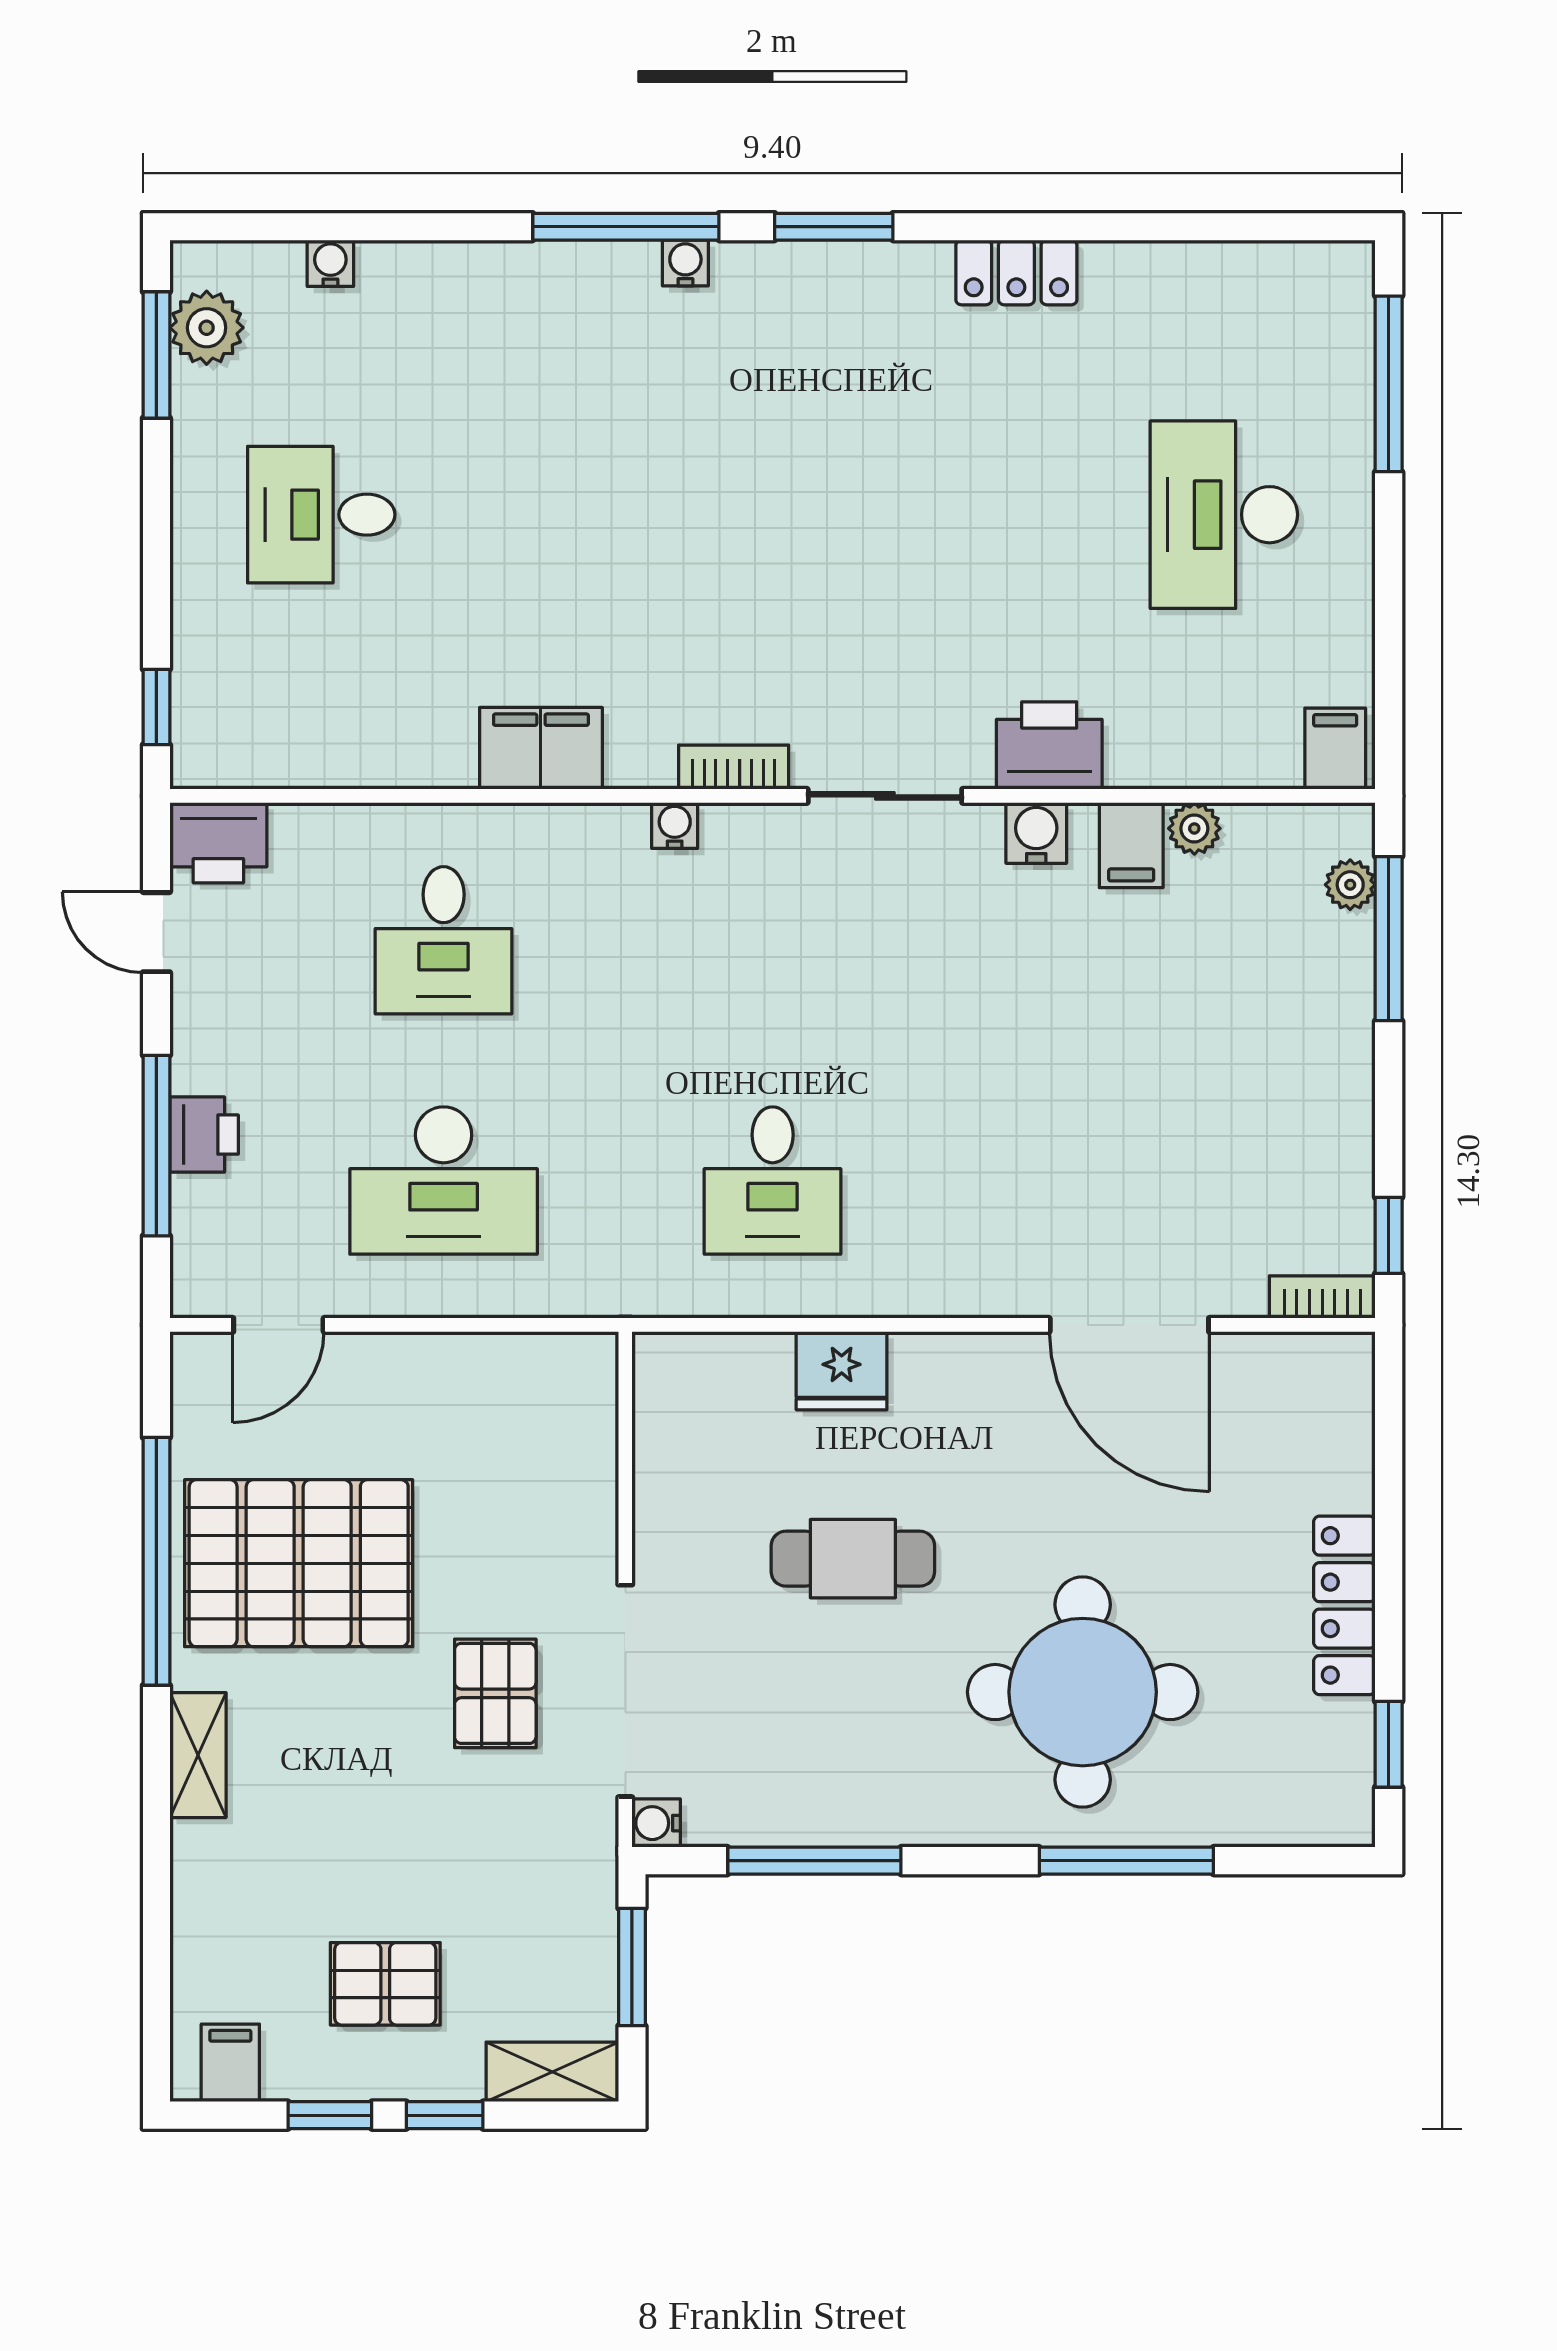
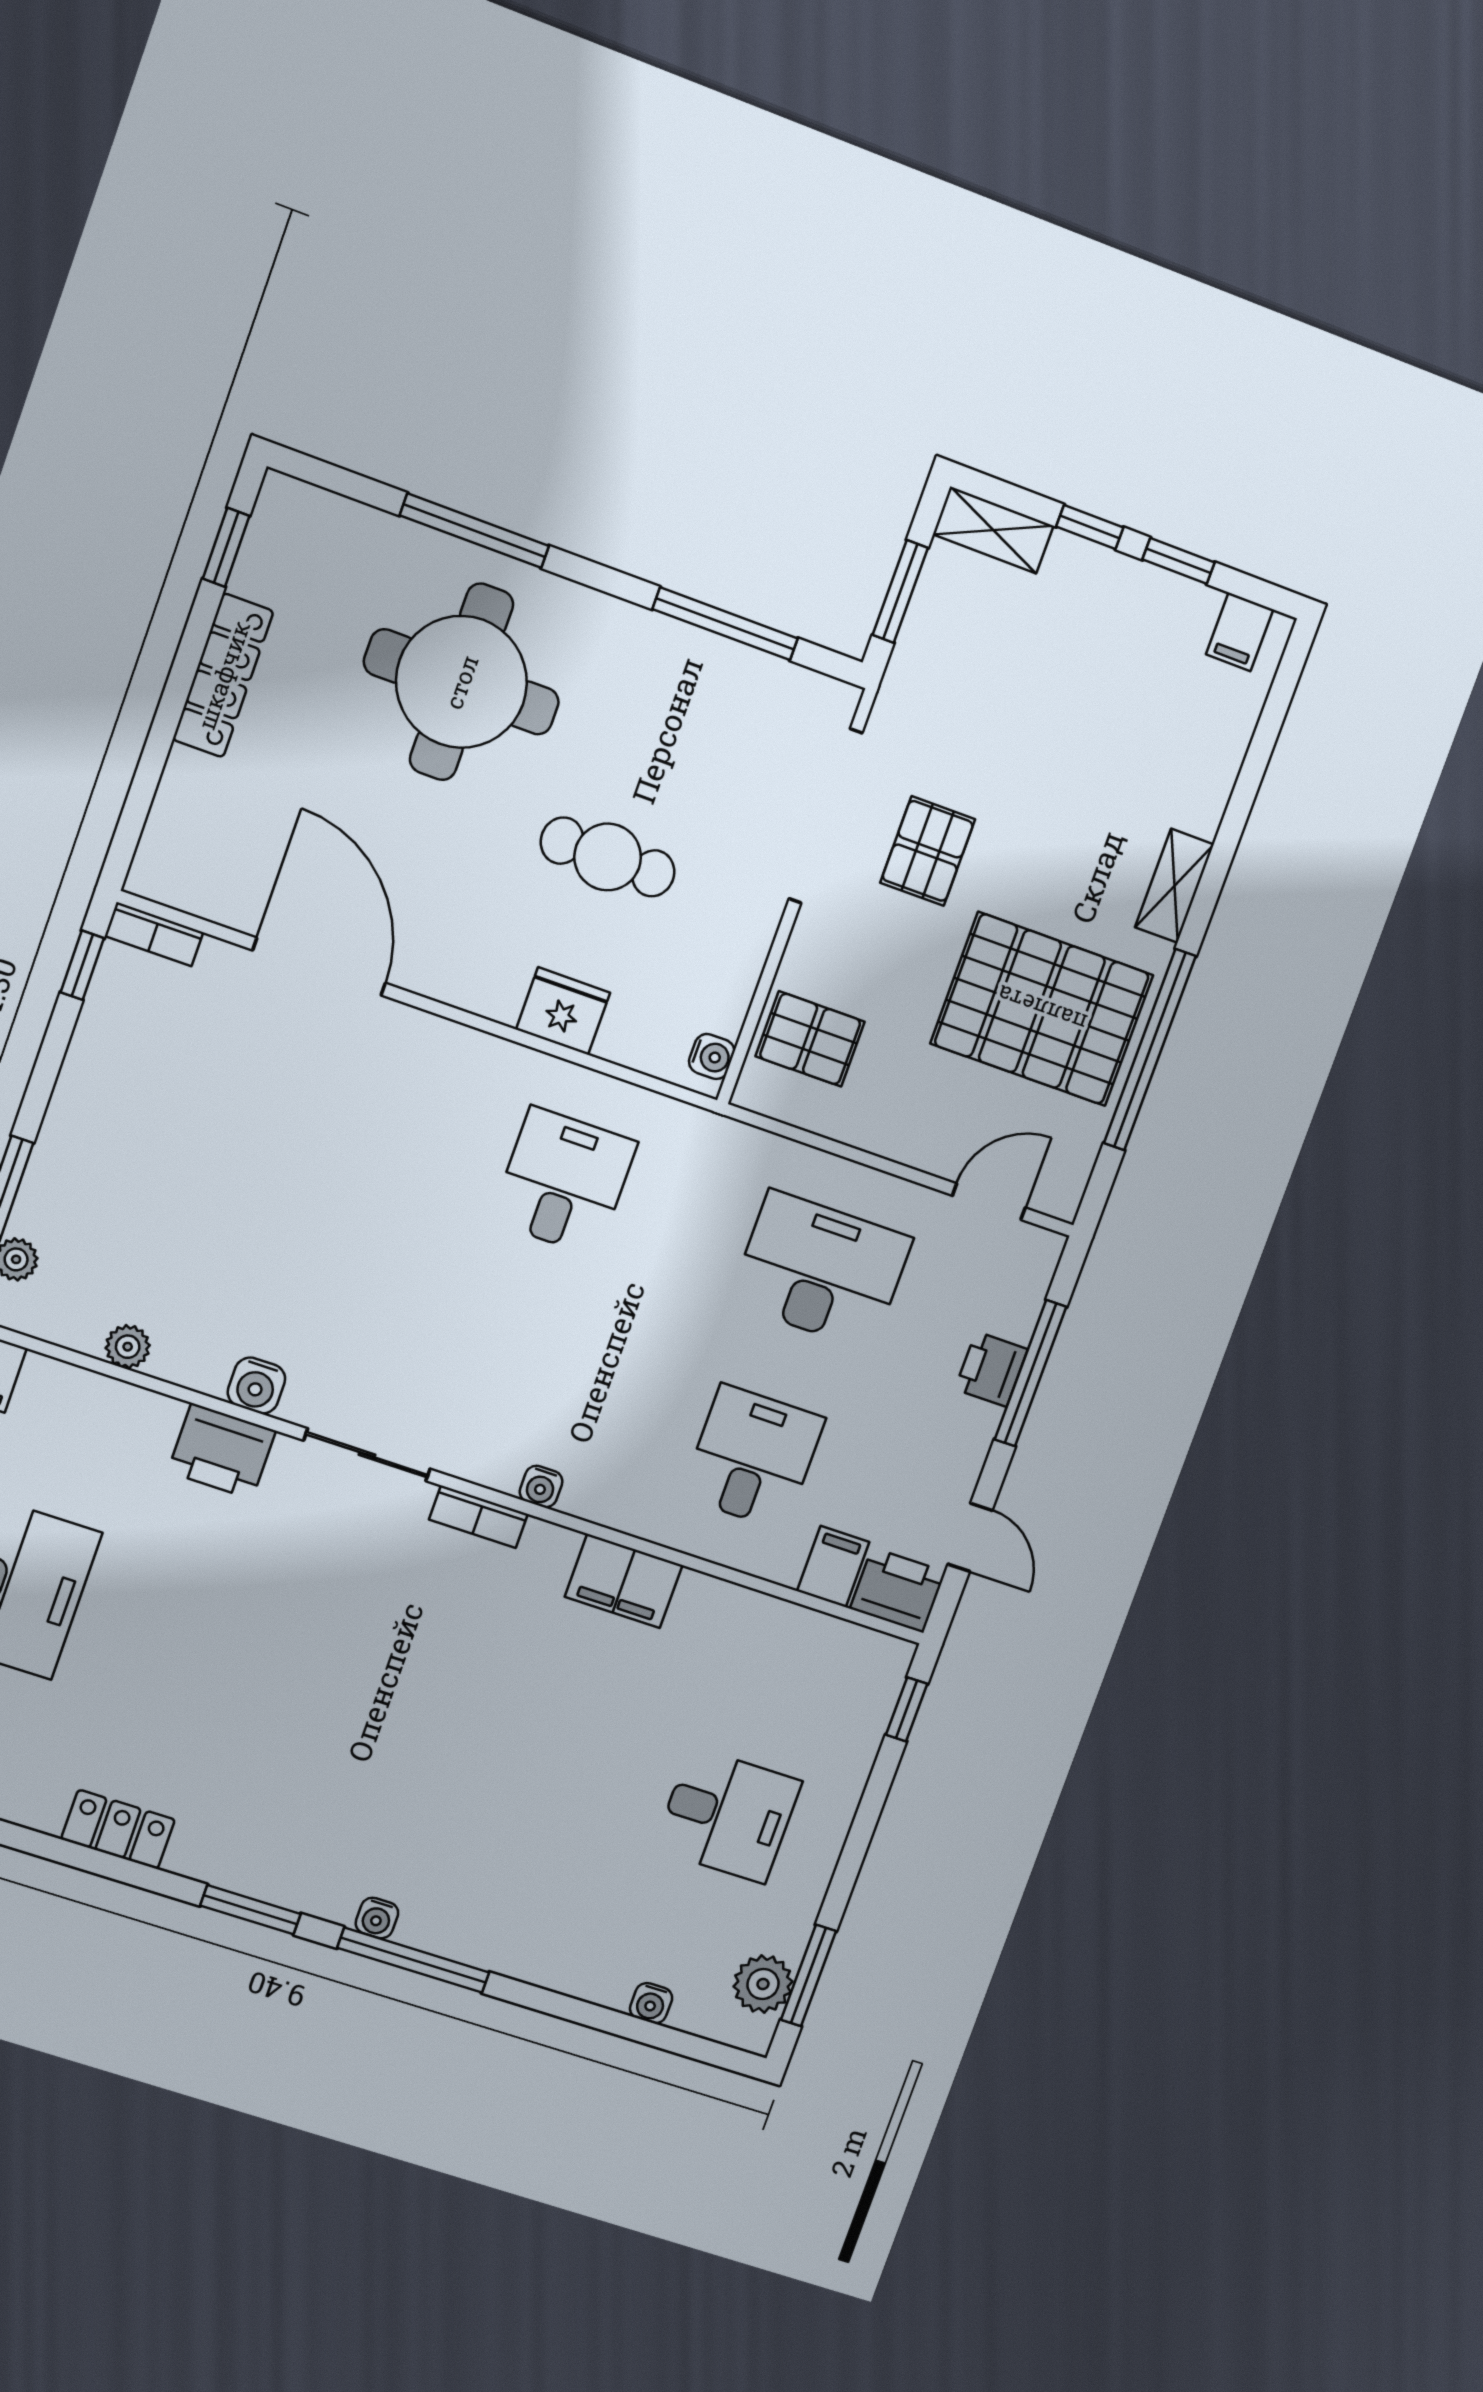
filing cabinet: (1131, 845) -> (833, 1567), moved
water cooler: (656, 1823) -> (712, 1056), moved
pallet: (385, 1984) -> (810, 1039), moved

